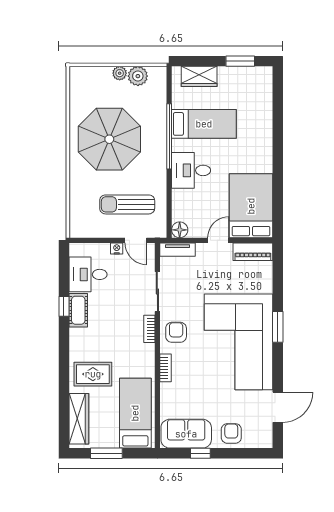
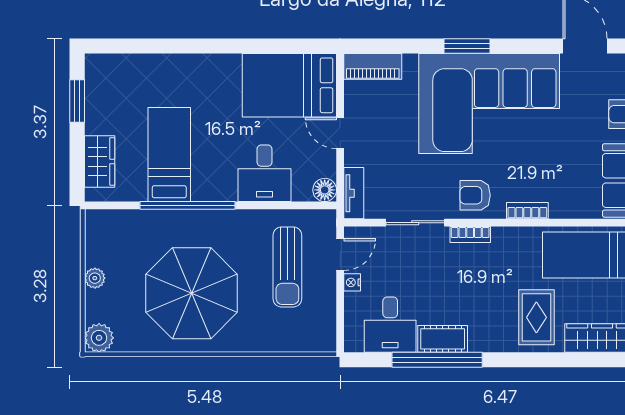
plant: (138, 76) -> (99, 338), moved
desk: (191, 170) -> (264, 173), moved
piano: (253, 252) -> (373, 66), moved, turned 90
window: (64, 306) -> (437, 360), width x3.17

